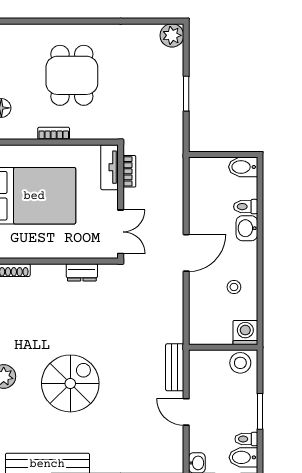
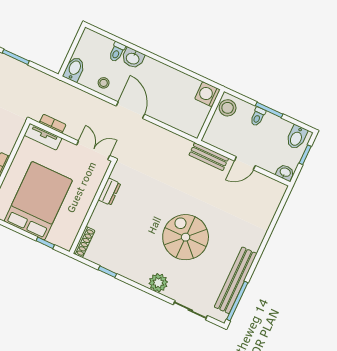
bidet: (243, 167) -> (74, 69), moved, turned 180
stool: (234, 287) -> (104, 83), moved
toilet: (246, 439) -> (258, 117), moved

